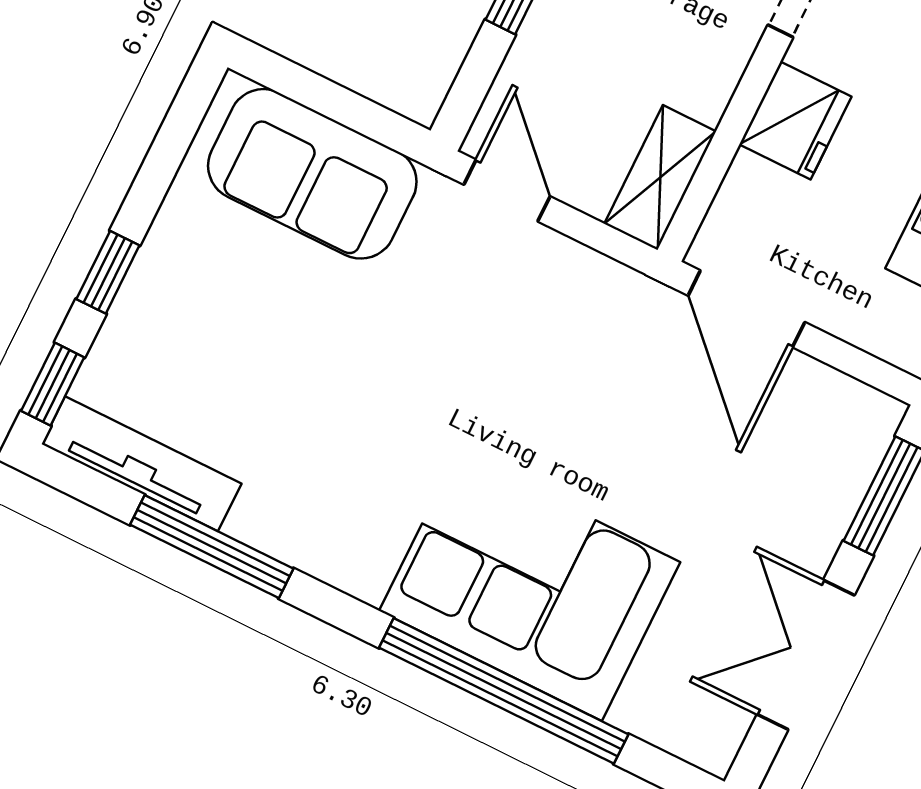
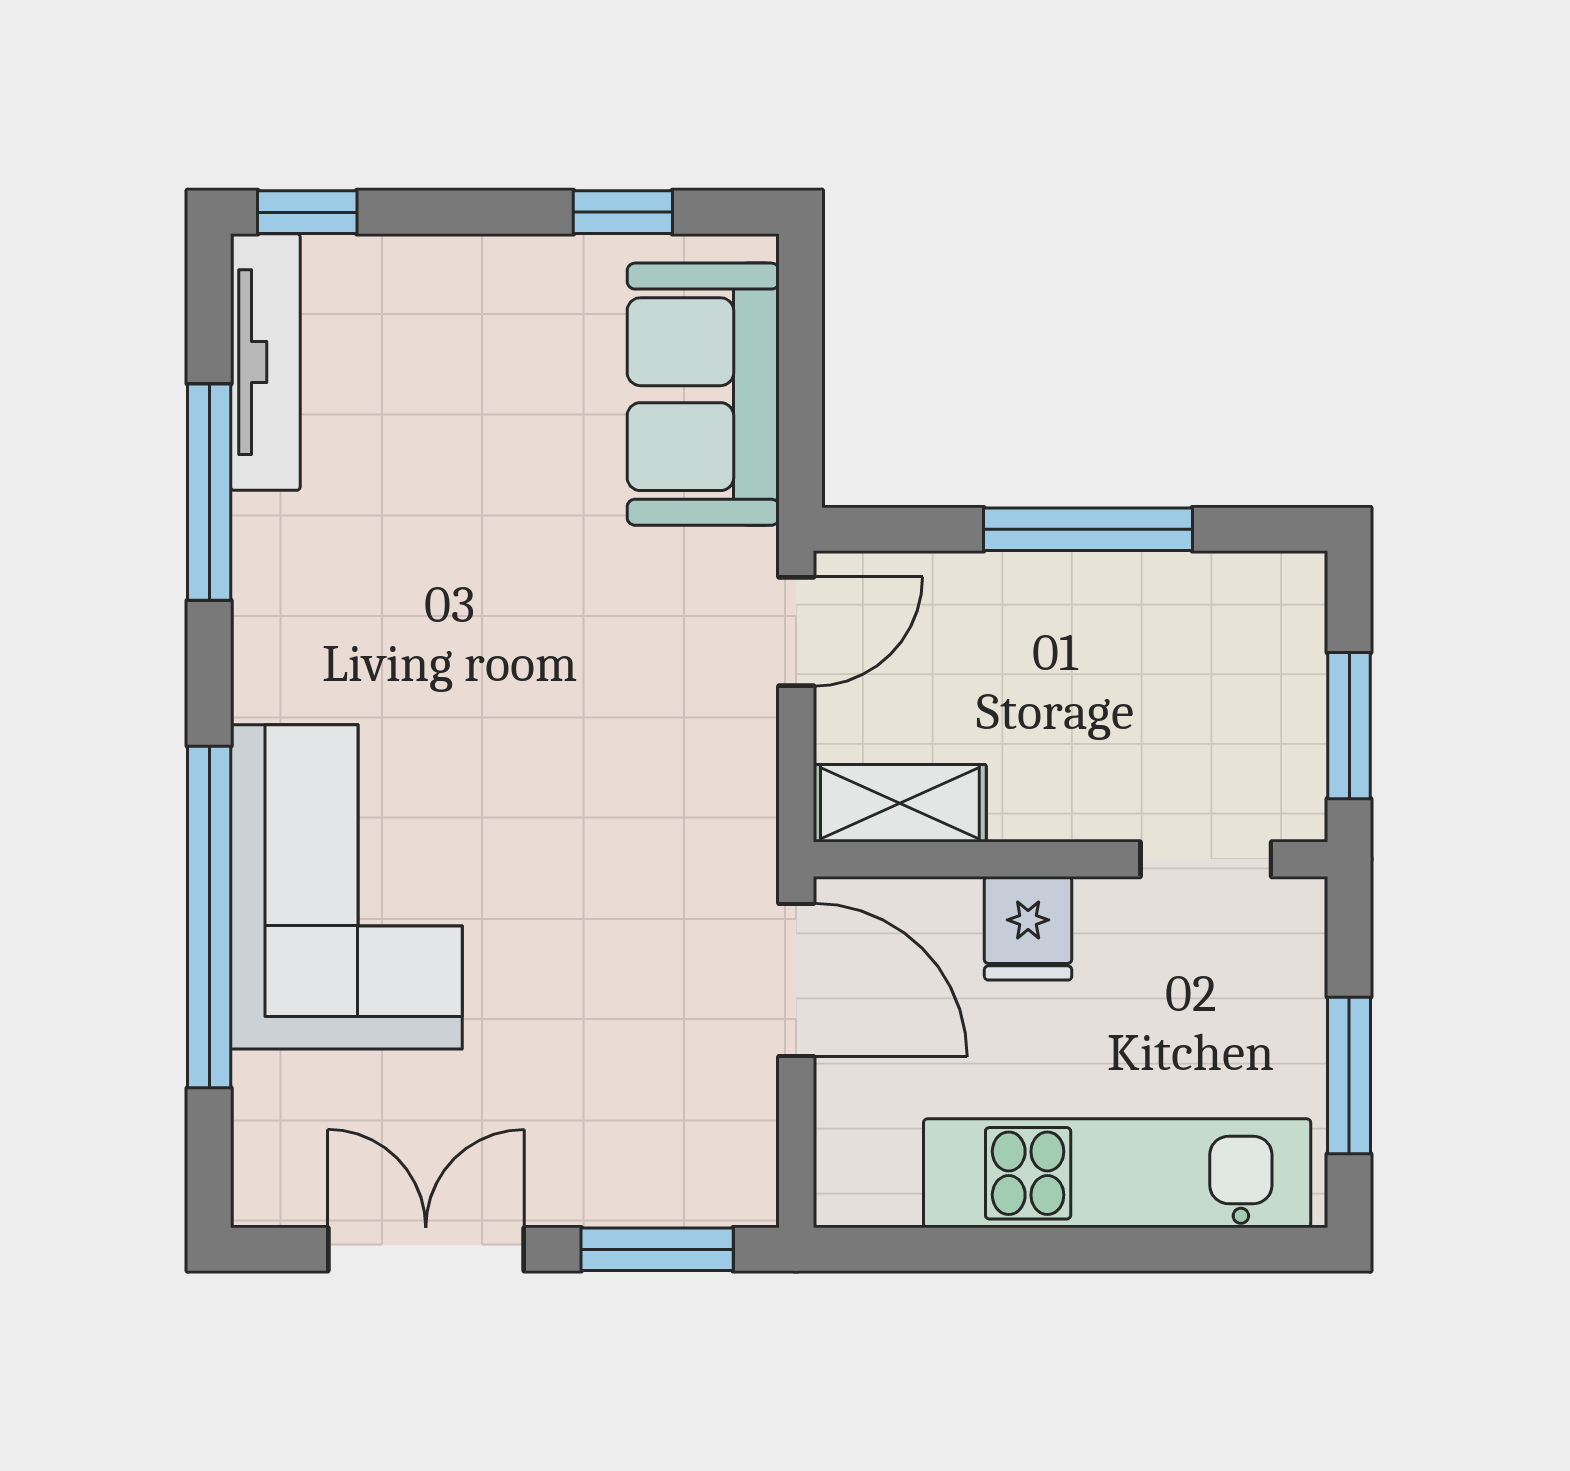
fridge: (795, 120) -> (1028, 928), width x0.72
window: (108, 272) -> (623, 212), moved
door: (746, 309) -> (796, 980), swing flipped

